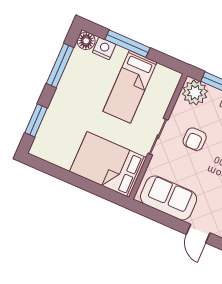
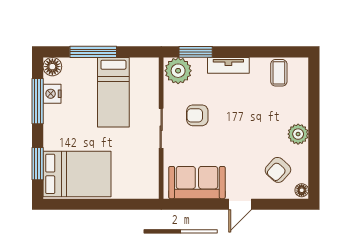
nightstand: (104, 48) -> (52, 94), moved, turned -90
armchair: (195, 139) -> (197, 115), turned 90
bed: (108, 165) -> (77, 174), moved, turned 180
door: (198, 234) -> (240, 204), hinge flipped

